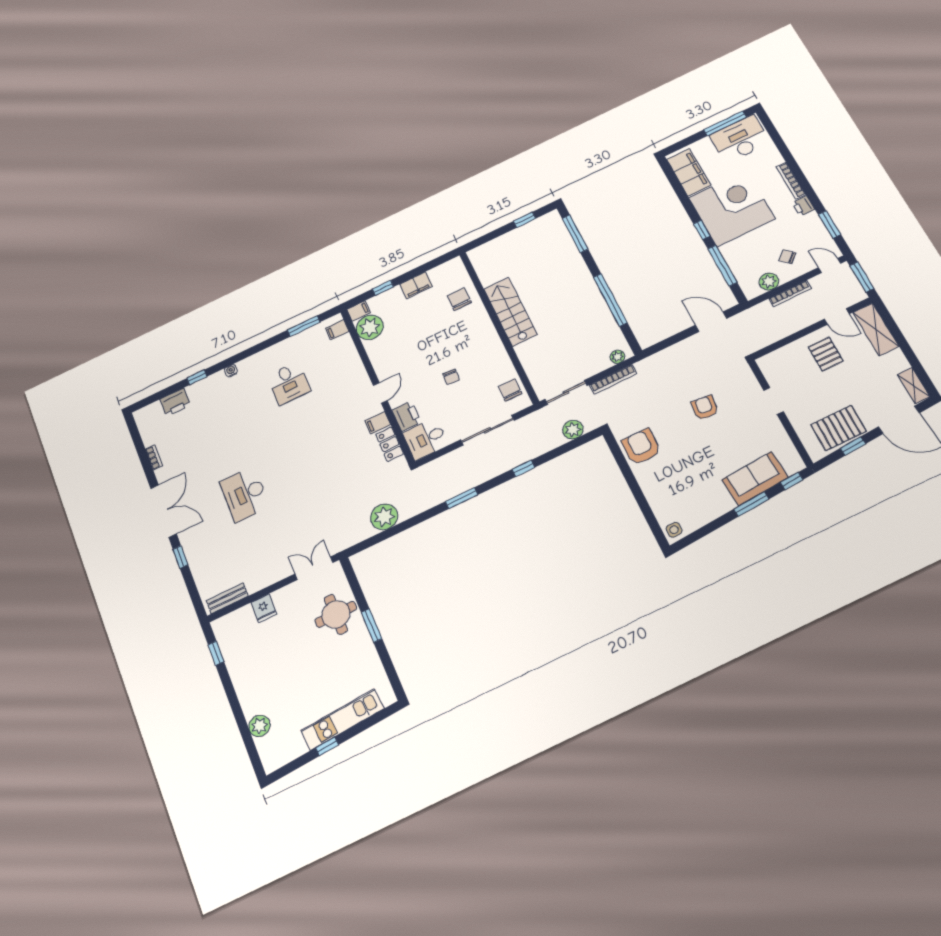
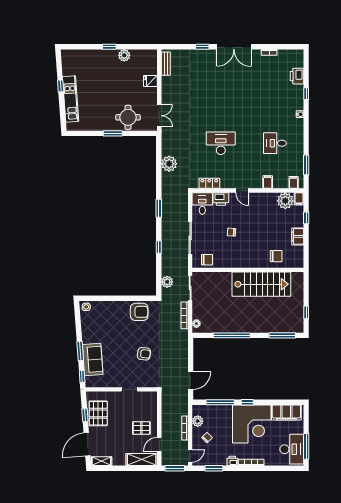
stairs: (510, 312) -> (261, 284), width x1.36, depth x1.51
filing cabinet: (378, 423) -> (268, 182), moved
desk: (245, 494) -> (221, 143), moved
window: (216, 653) -> (109, 47), moved
plant: (259, 726) -> (124, 55), moved

